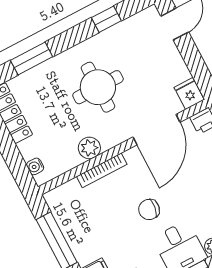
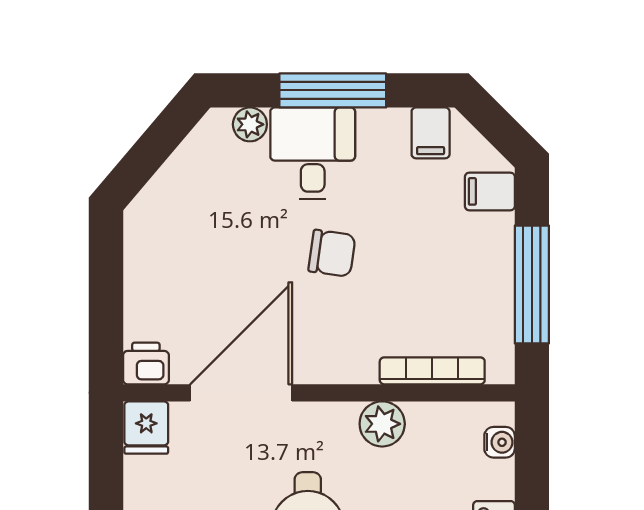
bookcase: (102, 170) -> (432, 371), moved

